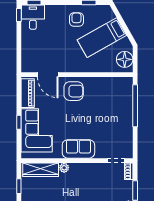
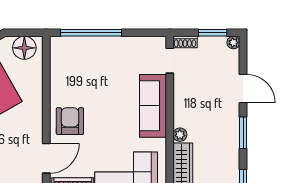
sofa: (78, 149) -> (153, 106), width x1.36

